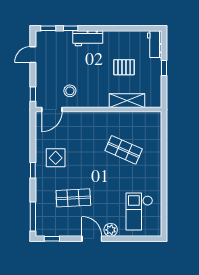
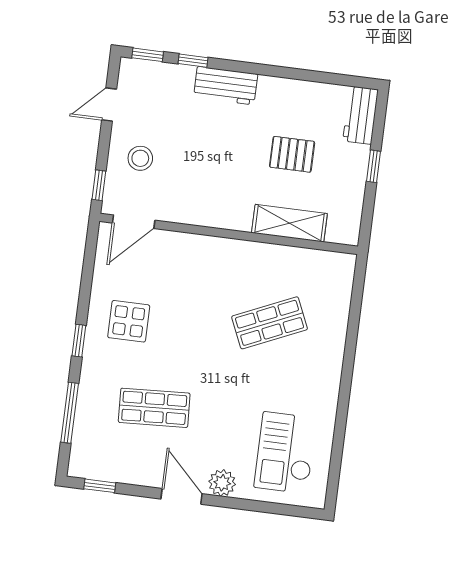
stool: (70, 91) -> (140, 158), moved
shop shelf: (124, 150) -> (270, 323), turned -48
window: (33, 216) -> (70, 413), moved

